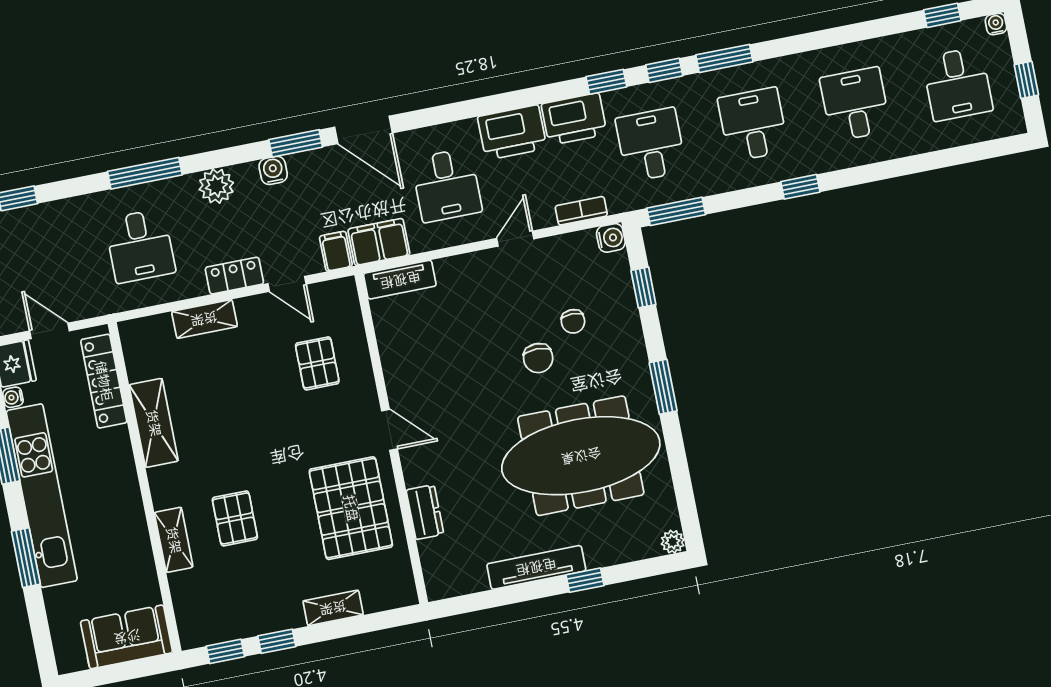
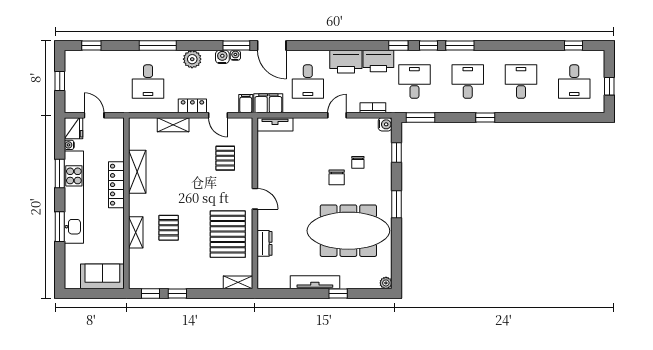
water cooler: (996, 24) -> (235, 55), moved
locker: (104, 381) -> (116, 185), moved
shelving: (333, 608) -> (238, 282), moved

